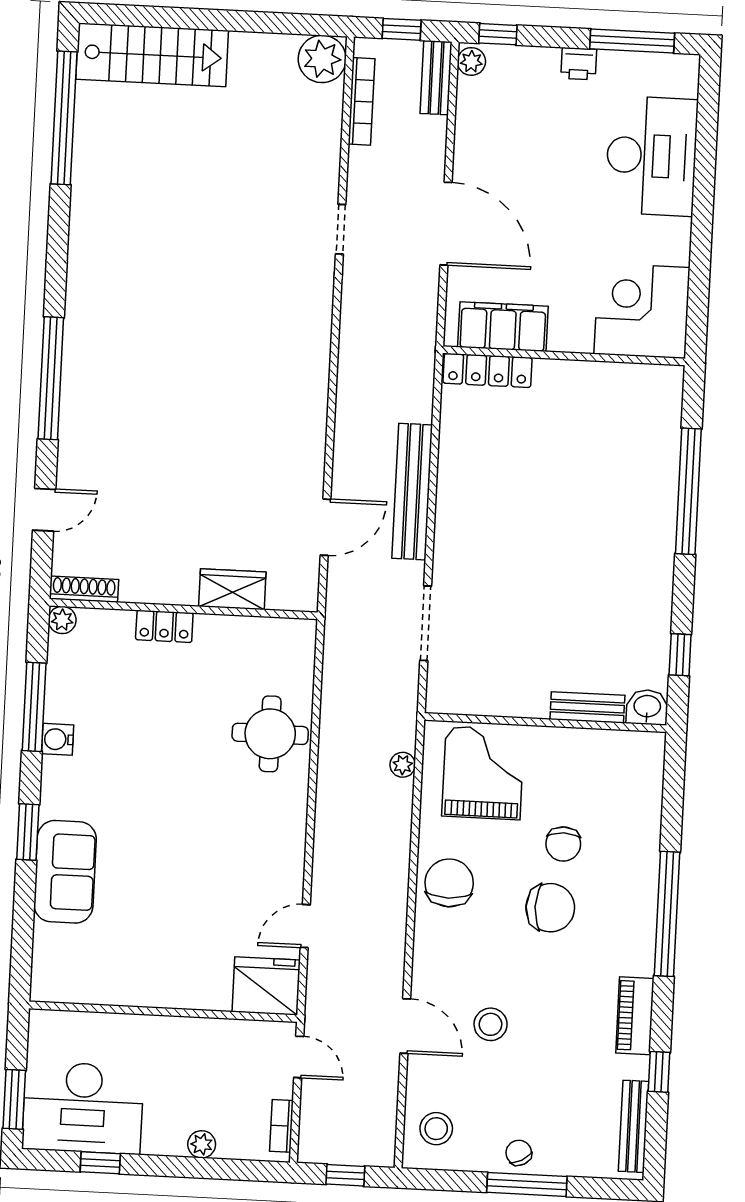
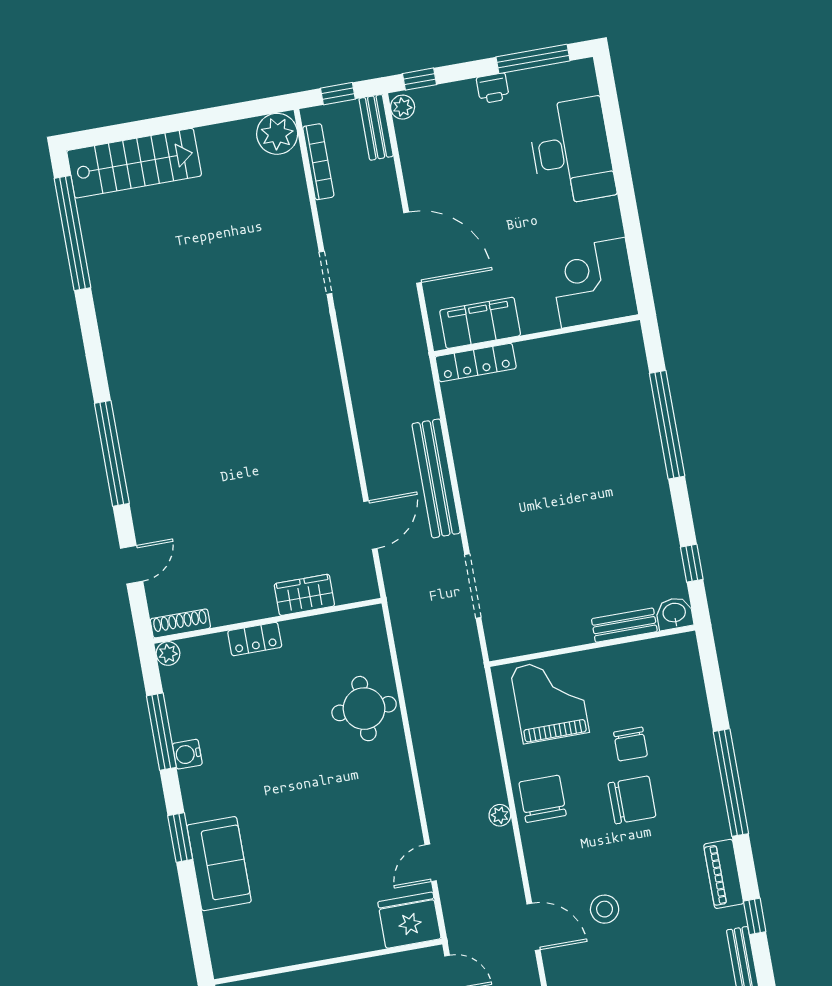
plant: (403, 765) -> (500, 815), moved

